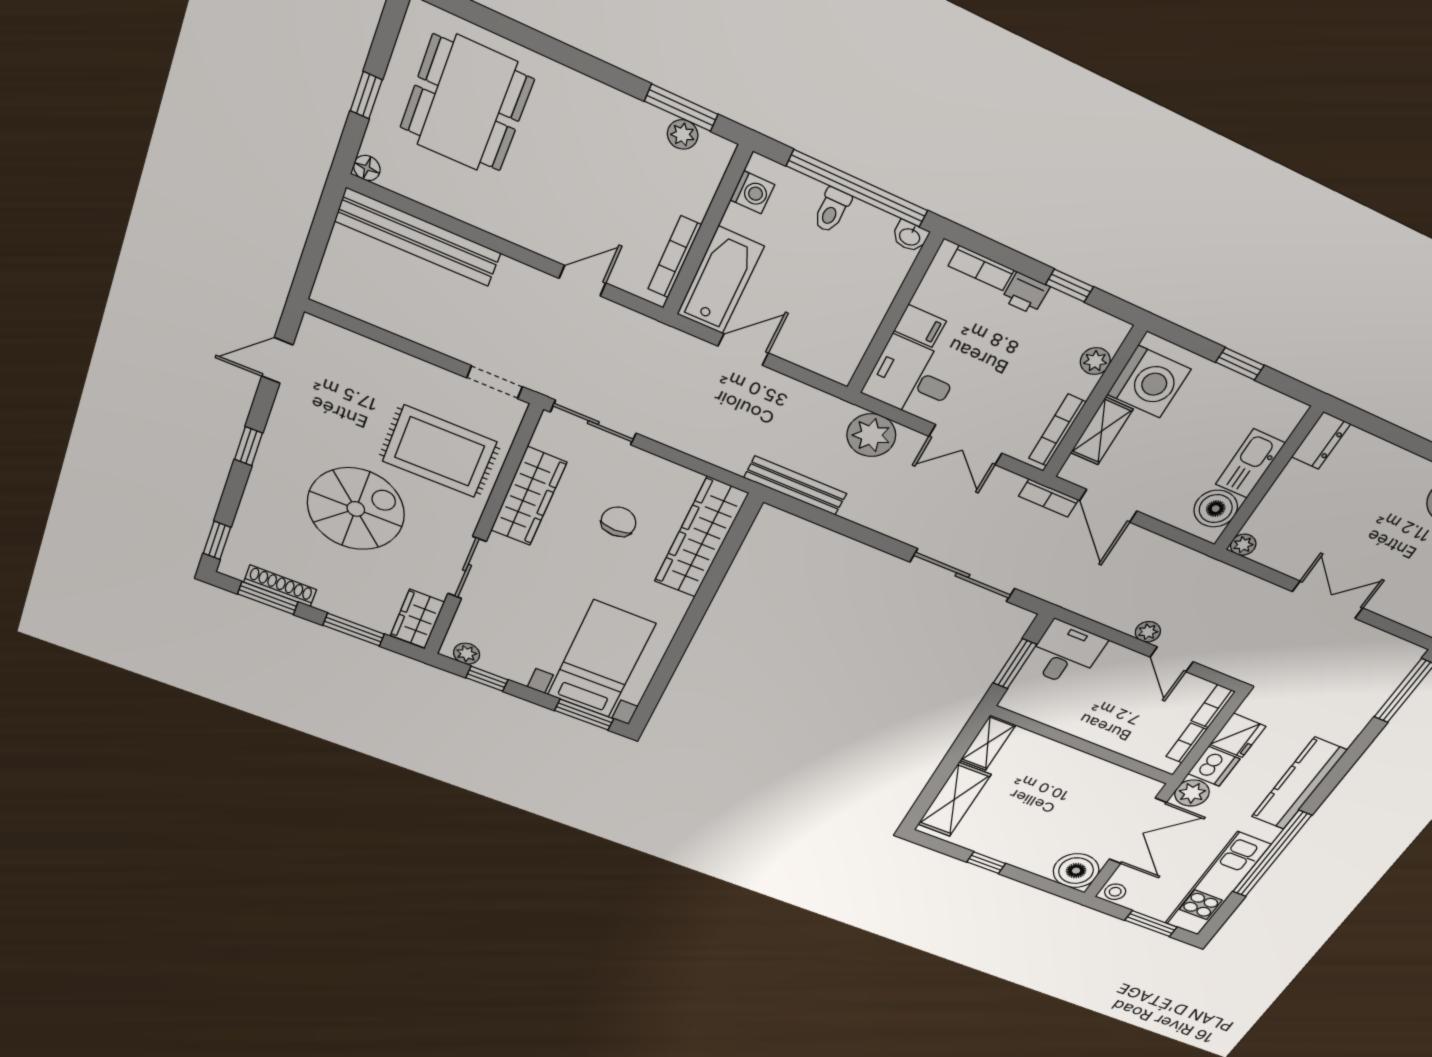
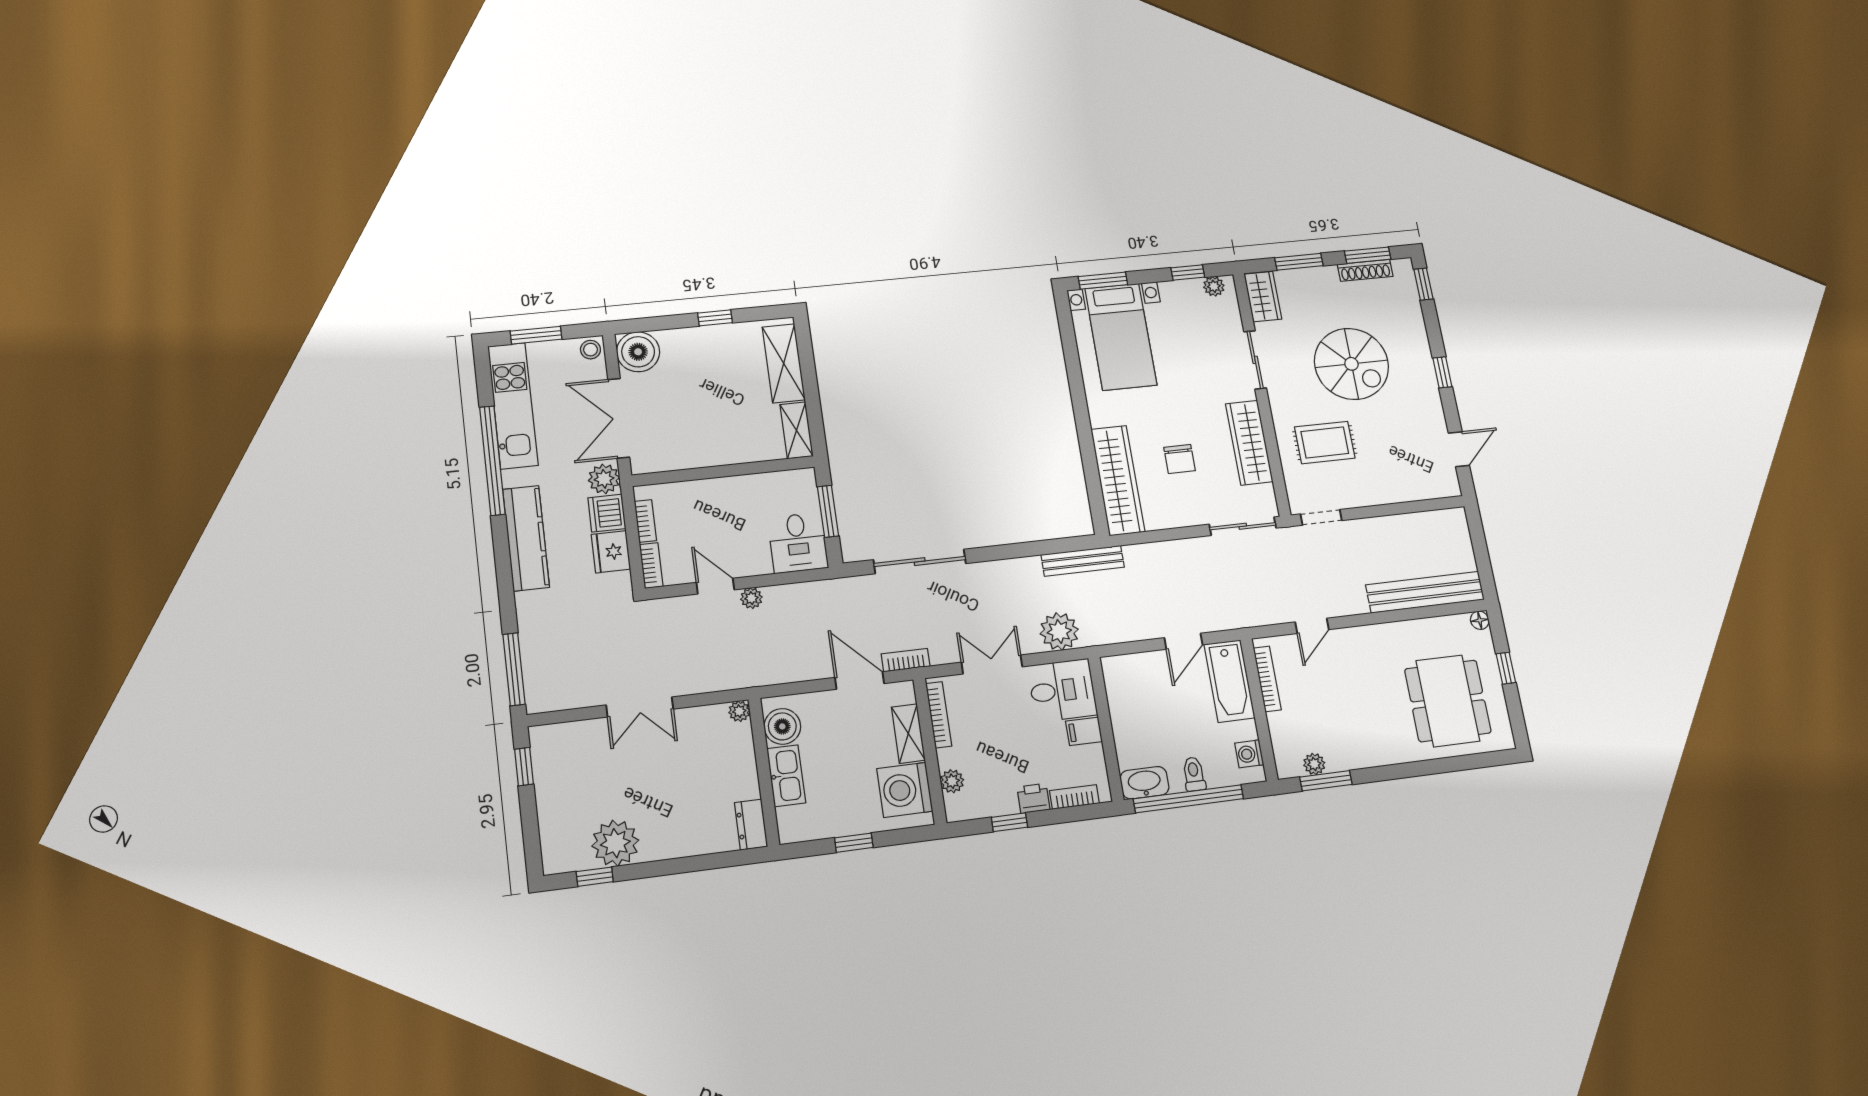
washbasin: (910, 236) -> (1144, 783), width x1.91, depth x1.45
rug: (440, 452) -> (1325, 443), width x0.73, depth x0.70
spiral stairs: (356, 509) -> (1351, 364), turned -90

